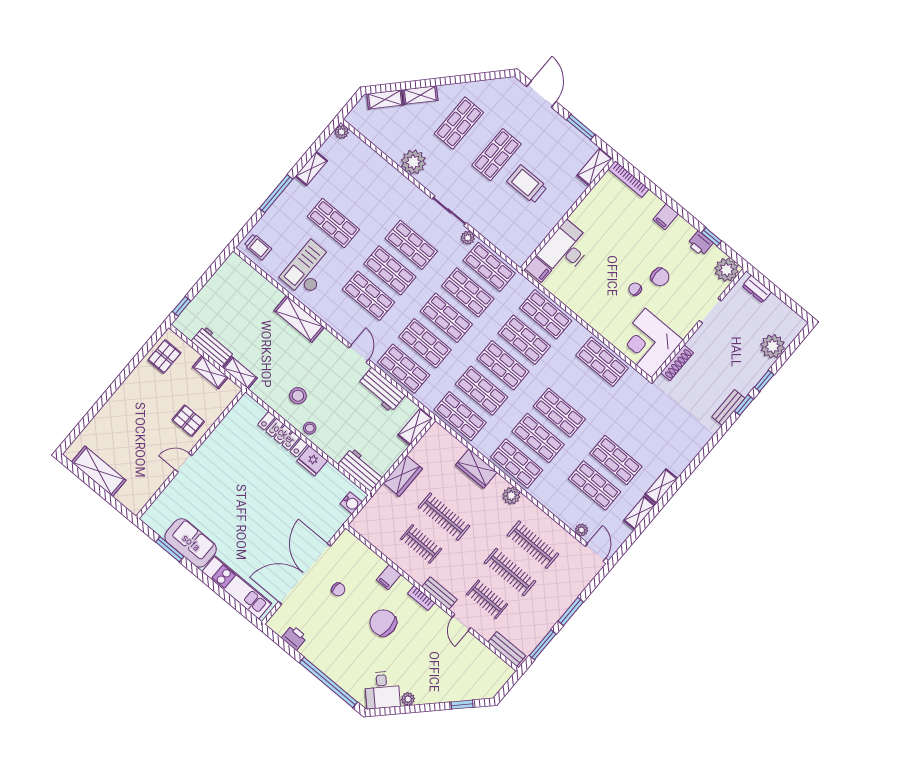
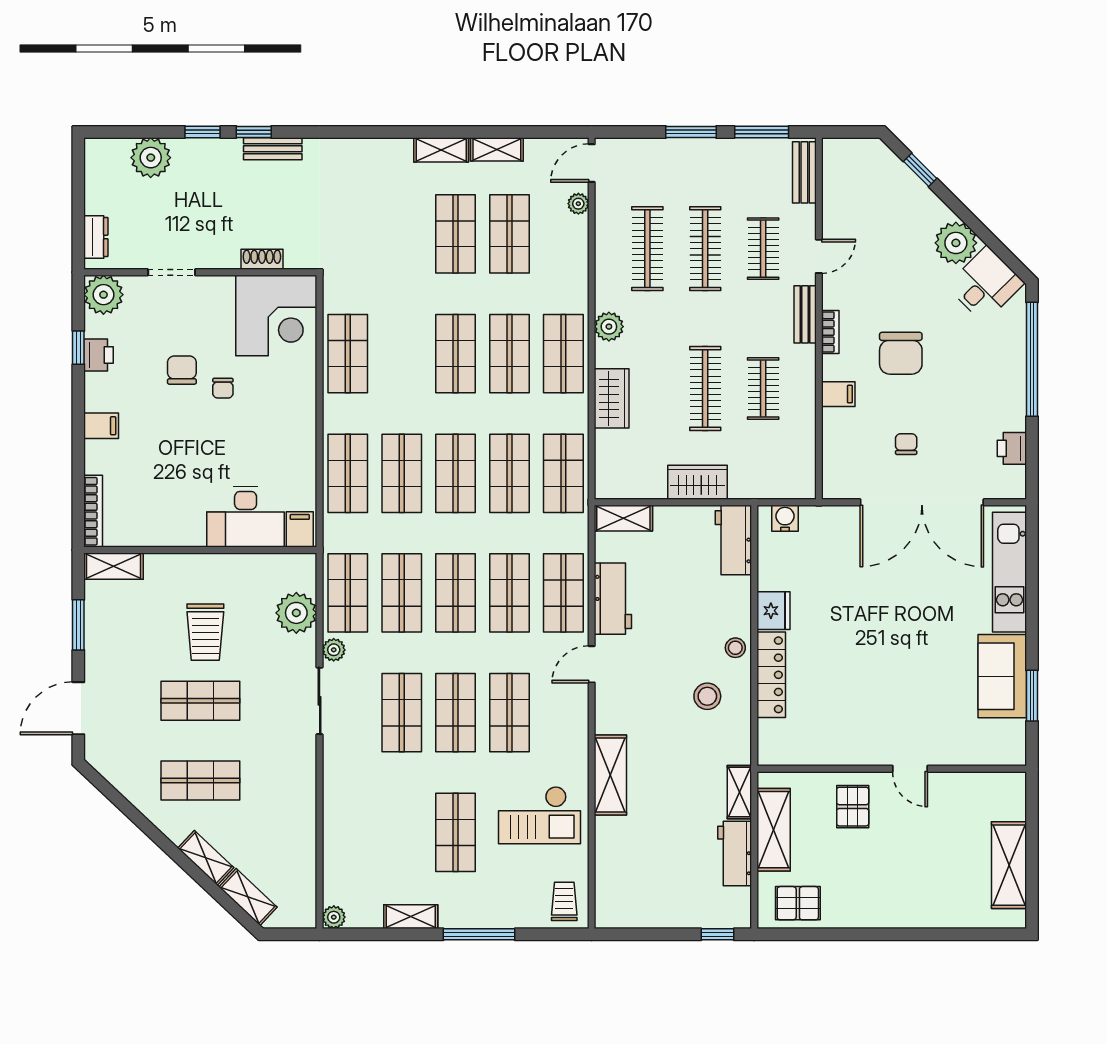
plant: (413, 162) -> (296, 613), moved
shoe rack: (677, 363) -> (262, 259), width x0.70
shelving: (210, 372) -> (774, 830), width x1.50, depth x1.33
plant: (408, 699) -> (956, 243), width x1.87, depth x1.87

